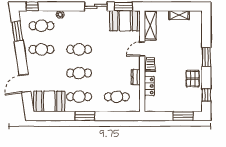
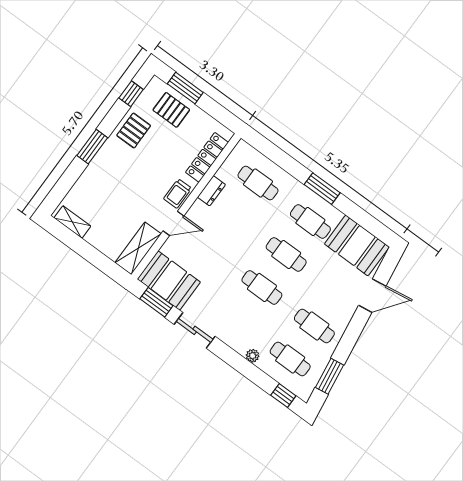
shelving: (179, 15) -> (72, 222), moved
locker: (149, 86) -> (207, 157), width x1.53
pallet: (182, 101) -> (171, 110), added

